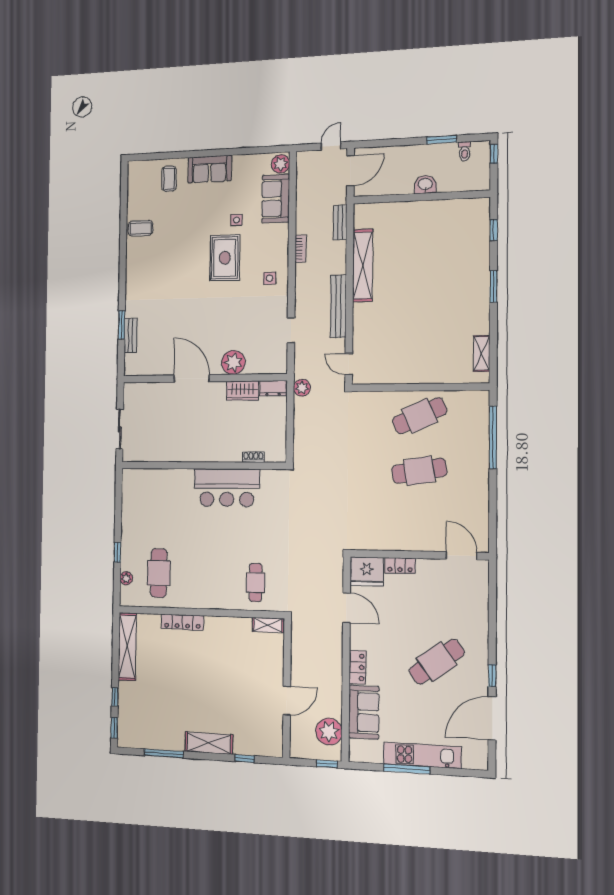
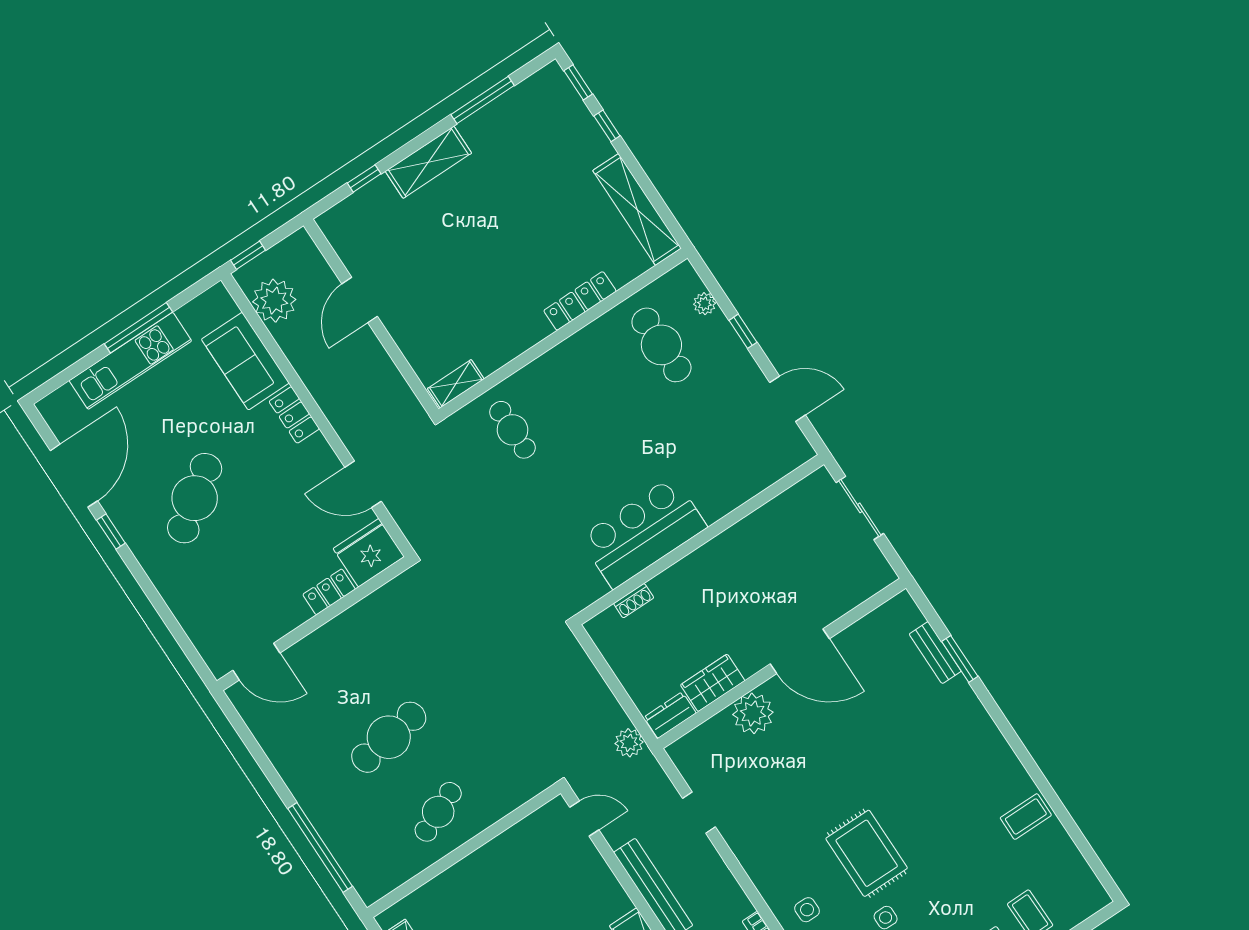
side table: (270, 278) -> (807, 910), moved
cafe table: (420, 416) -> (438, 812), width x0.73, depth x0.74
door: (118, 505) -> (788, 399), added

